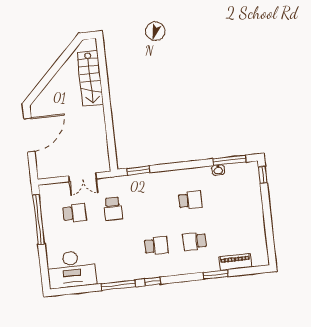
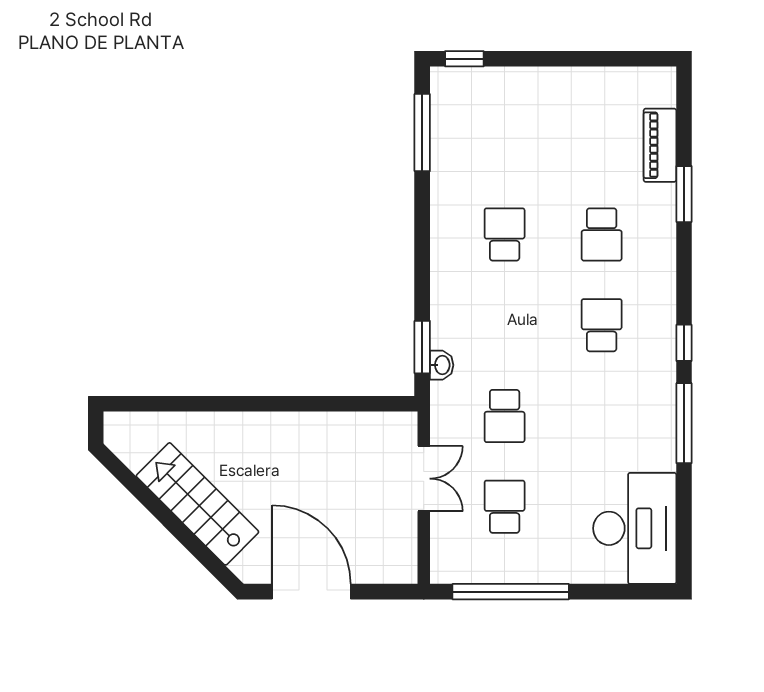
stairs: (90, 78) -> (197, 504), moved, turned -135
washbasin: (218, 170) -> (442, 365), moved
school desk: (113, 209) -> (505, 416), turned 90

